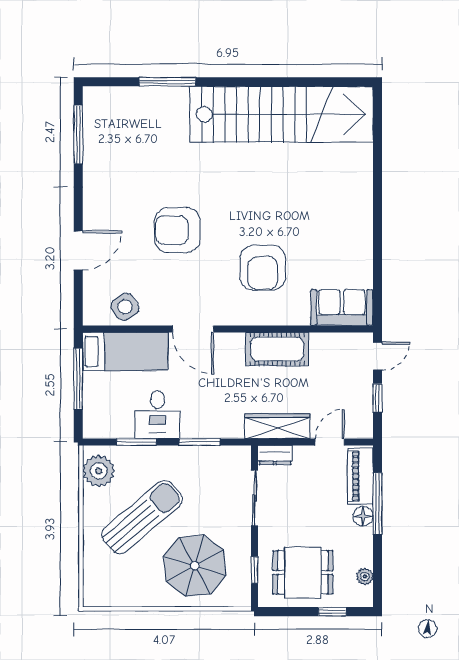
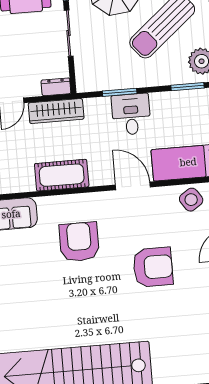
desk: (157, 415) -> (131, 114), moved
window: (137, 442) -> (187, 87), moved
sliding door: (254, 498) -> (69, 33), moved

